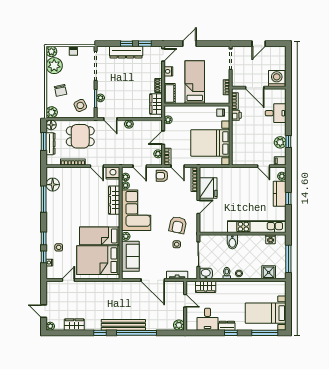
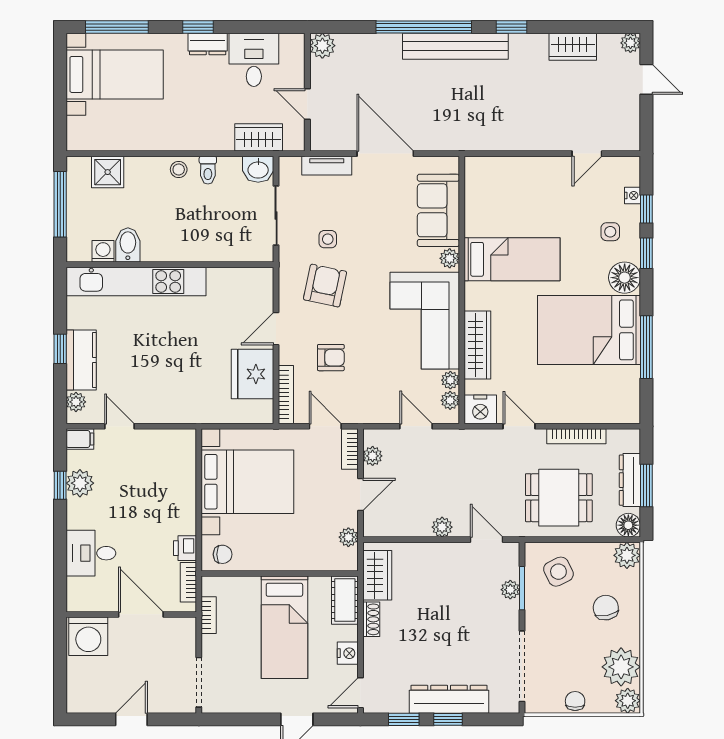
armchair: (162, 176) -> (331, 358), moved
floor lamp: (53, 185) -> (625, 278), moved
bidet: (232, 242) -> (128, 245), moved
bed: (98, 260) -> (589, 330), moved, turned 180

